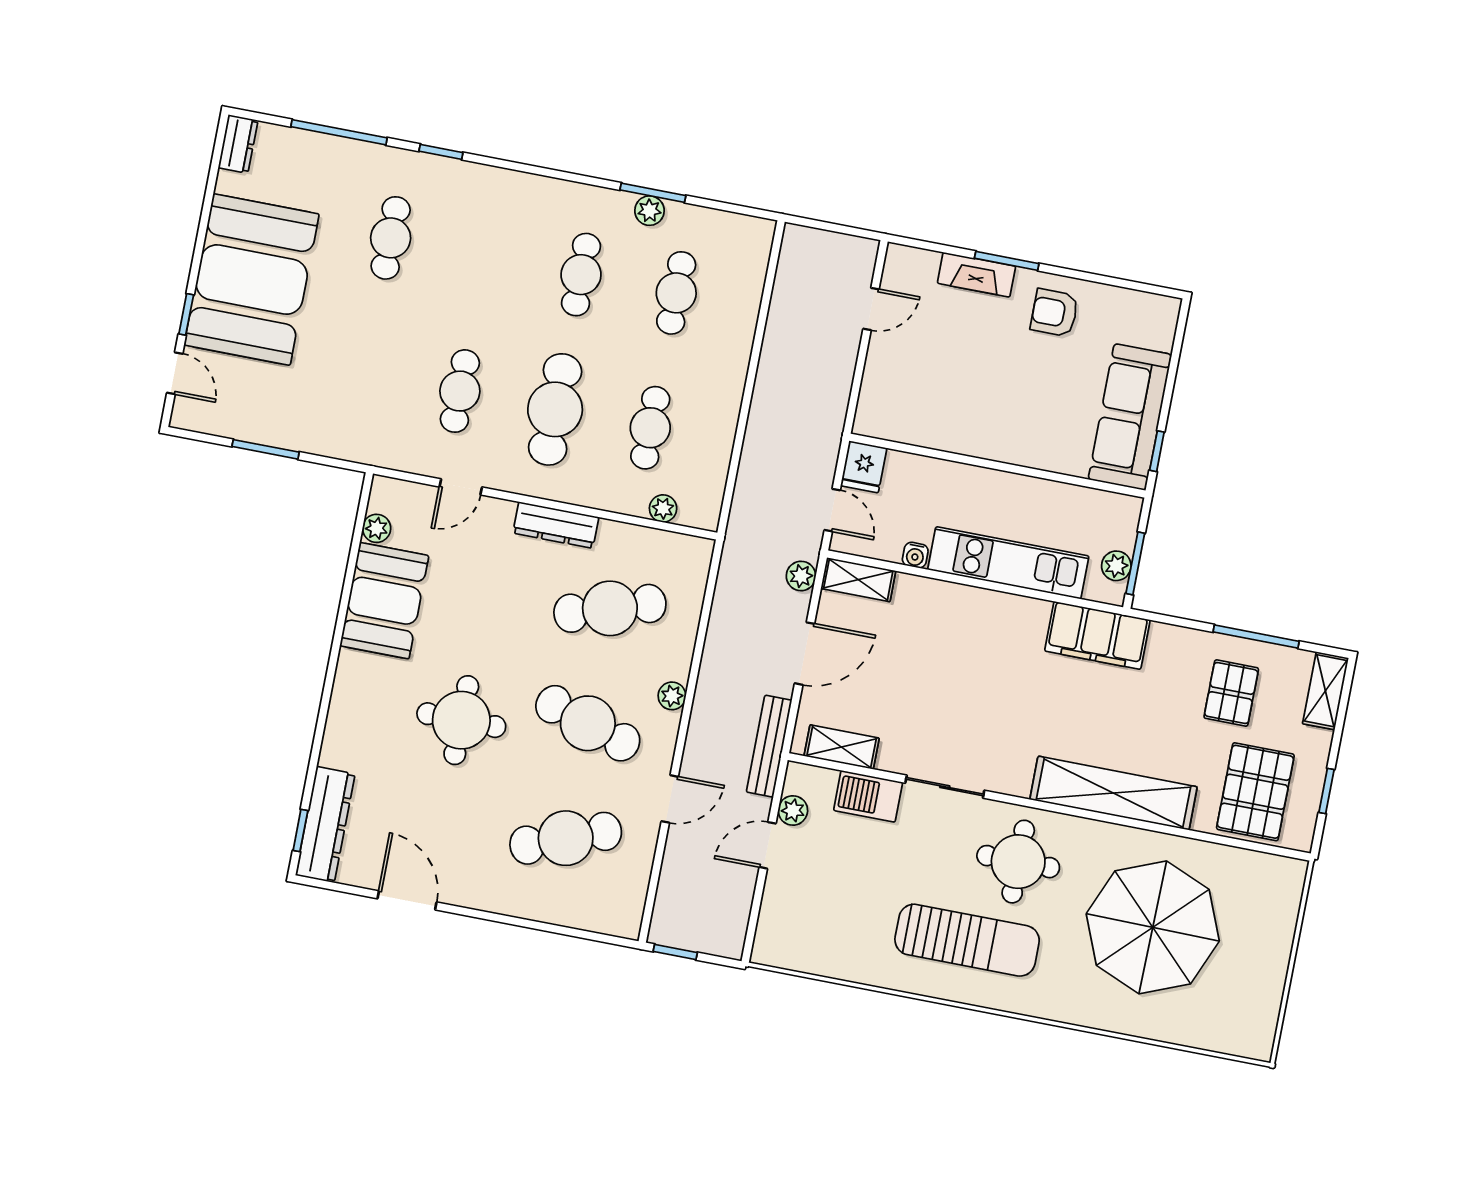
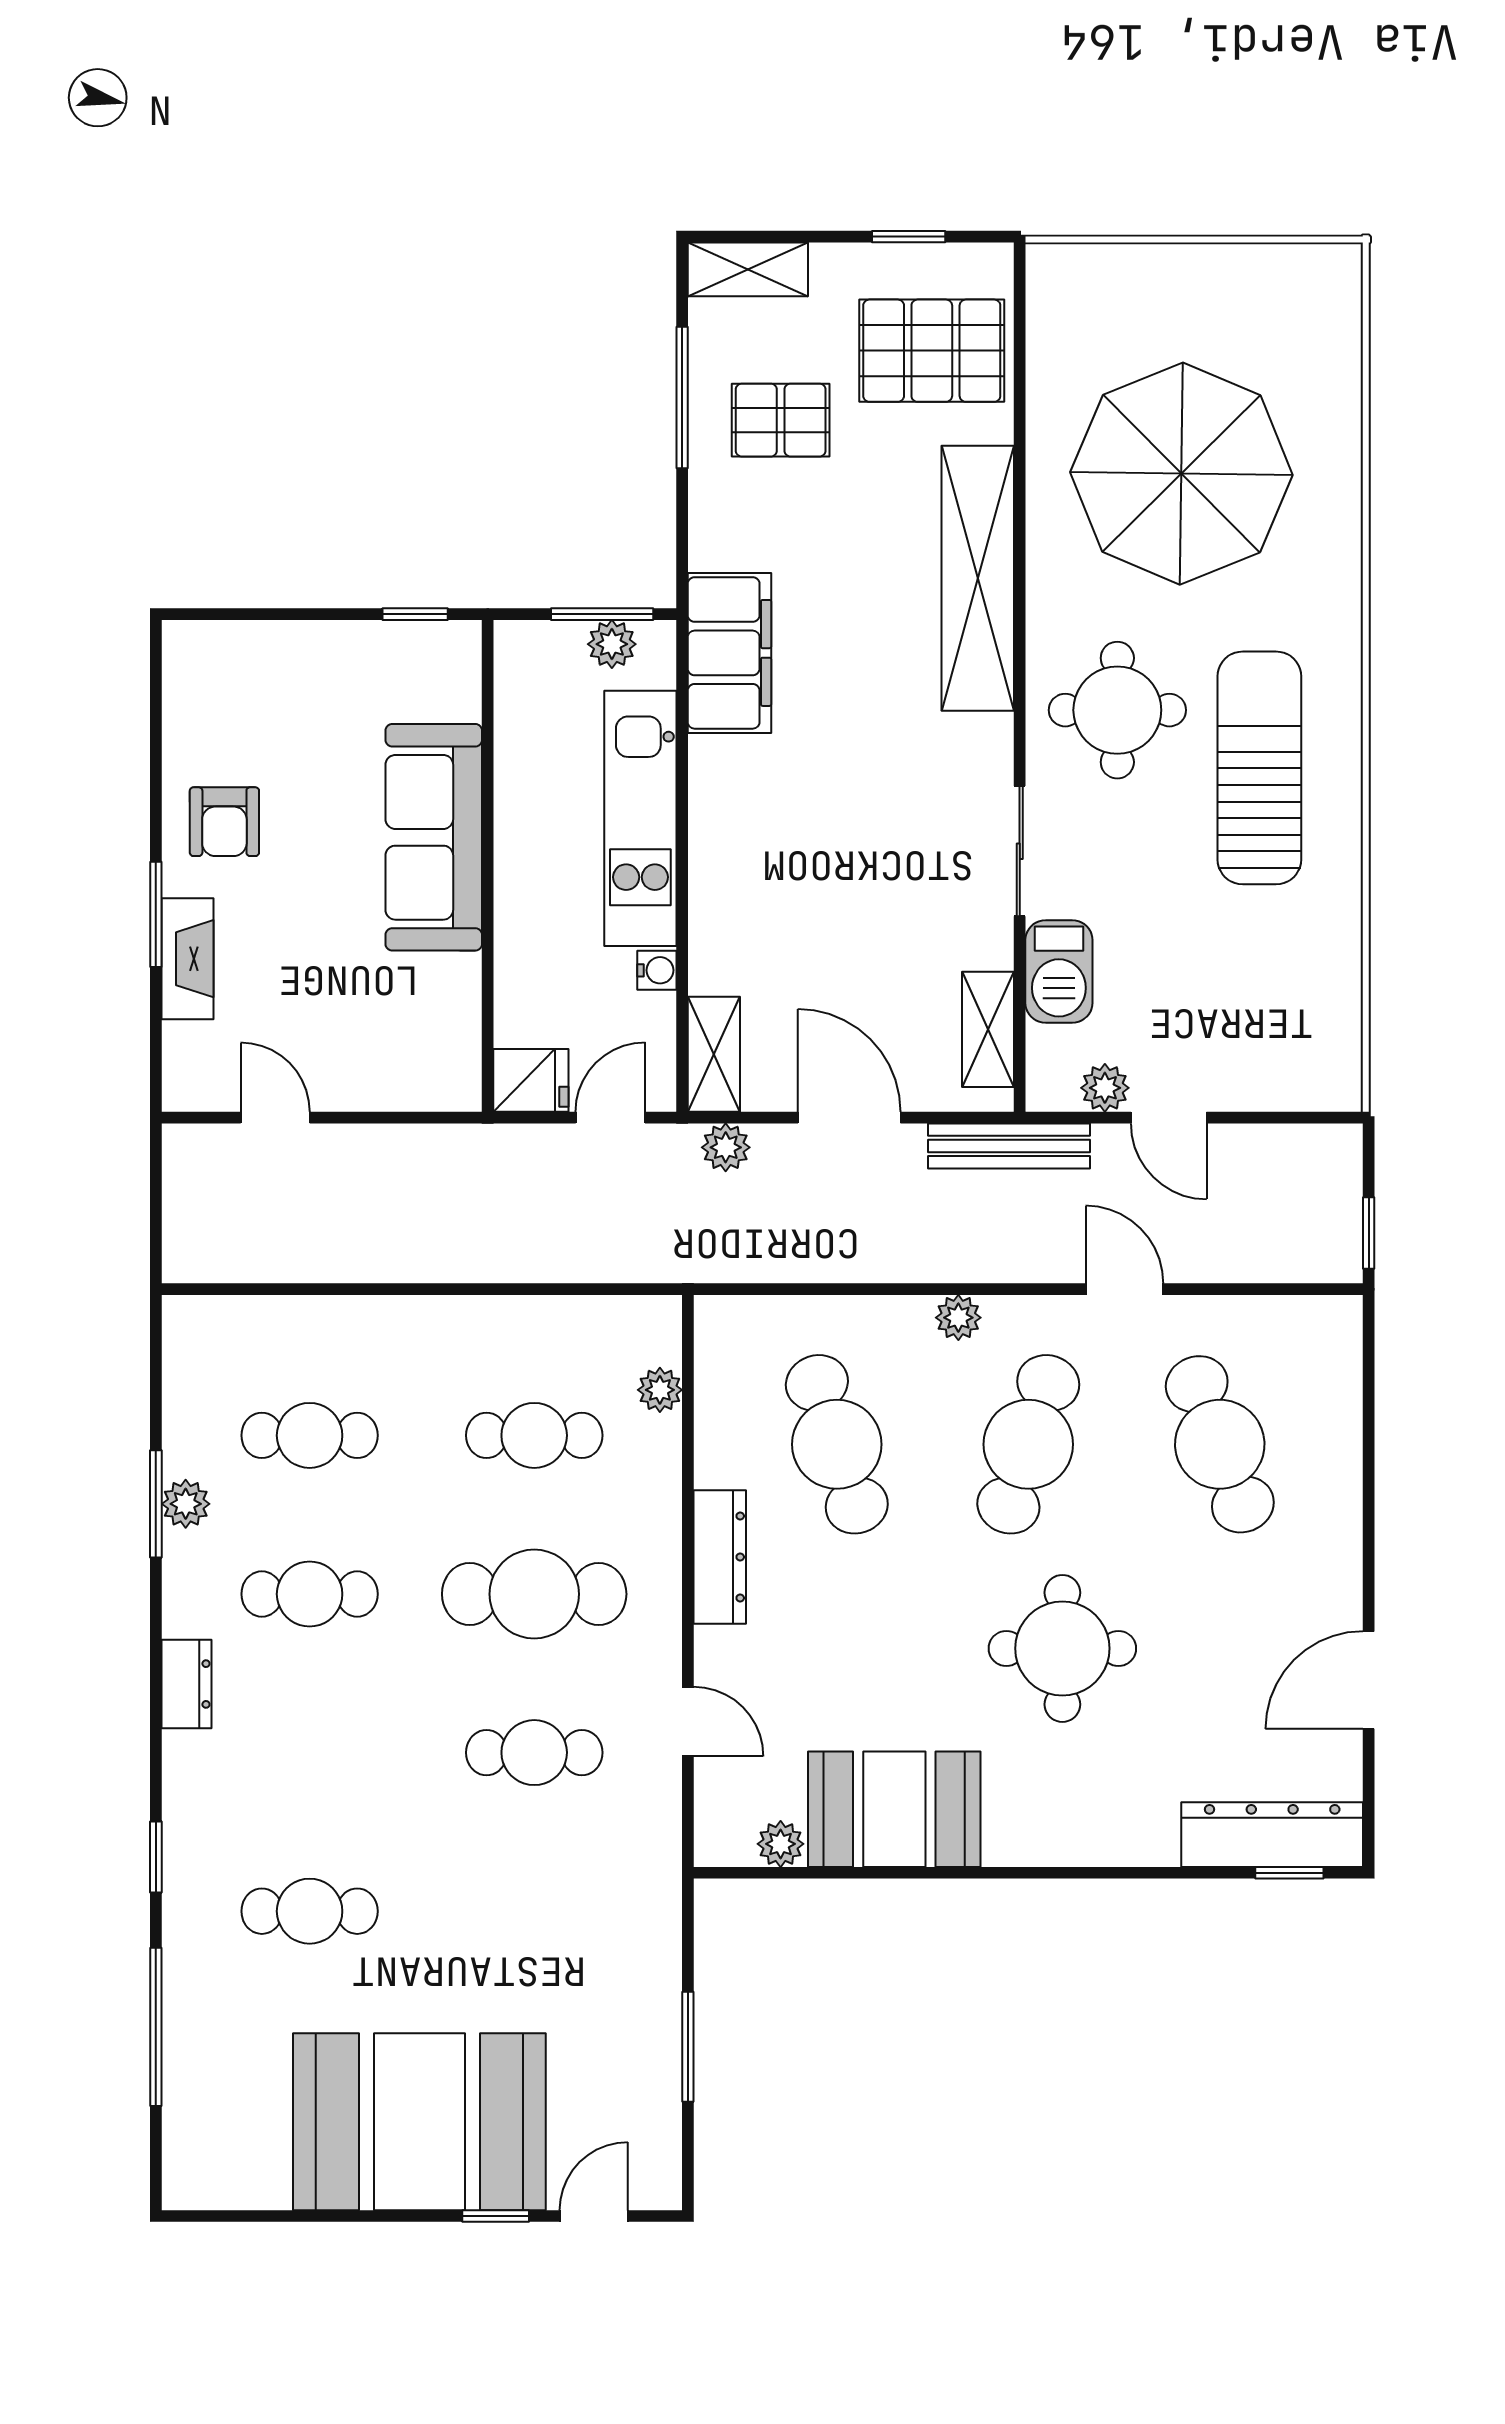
dresser: (238, 144) -> (187, 1684), moved, turned 90
sofa: (1130, 417) -> (434, 837), moved, turned 90

